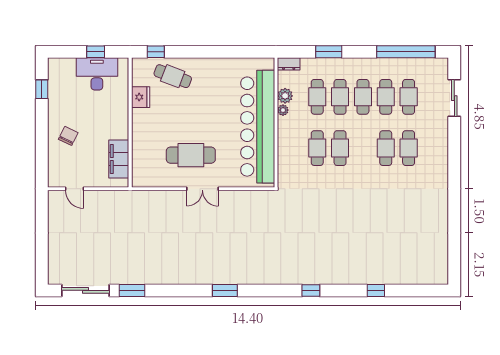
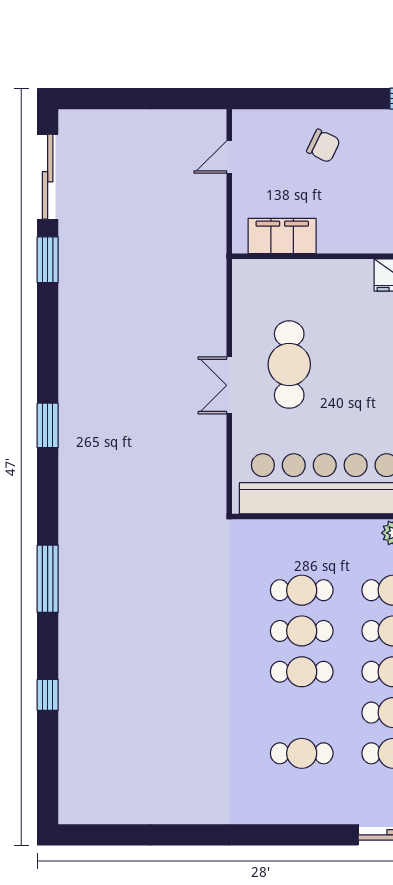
plant: (283, 110) -> (370, 529), removed
cafe table: (386, 148) -> (302, 672), moved
window: (311, 290) -> (48, 579), width x2.17

